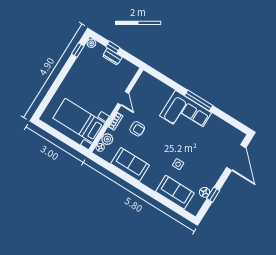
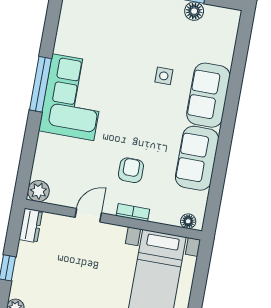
dresser: (112, 57) -> (31, 225), moved
plant: (107, 139) -> (38, 191), moved
sofa: (175, 192) -> (208, 95), moved

